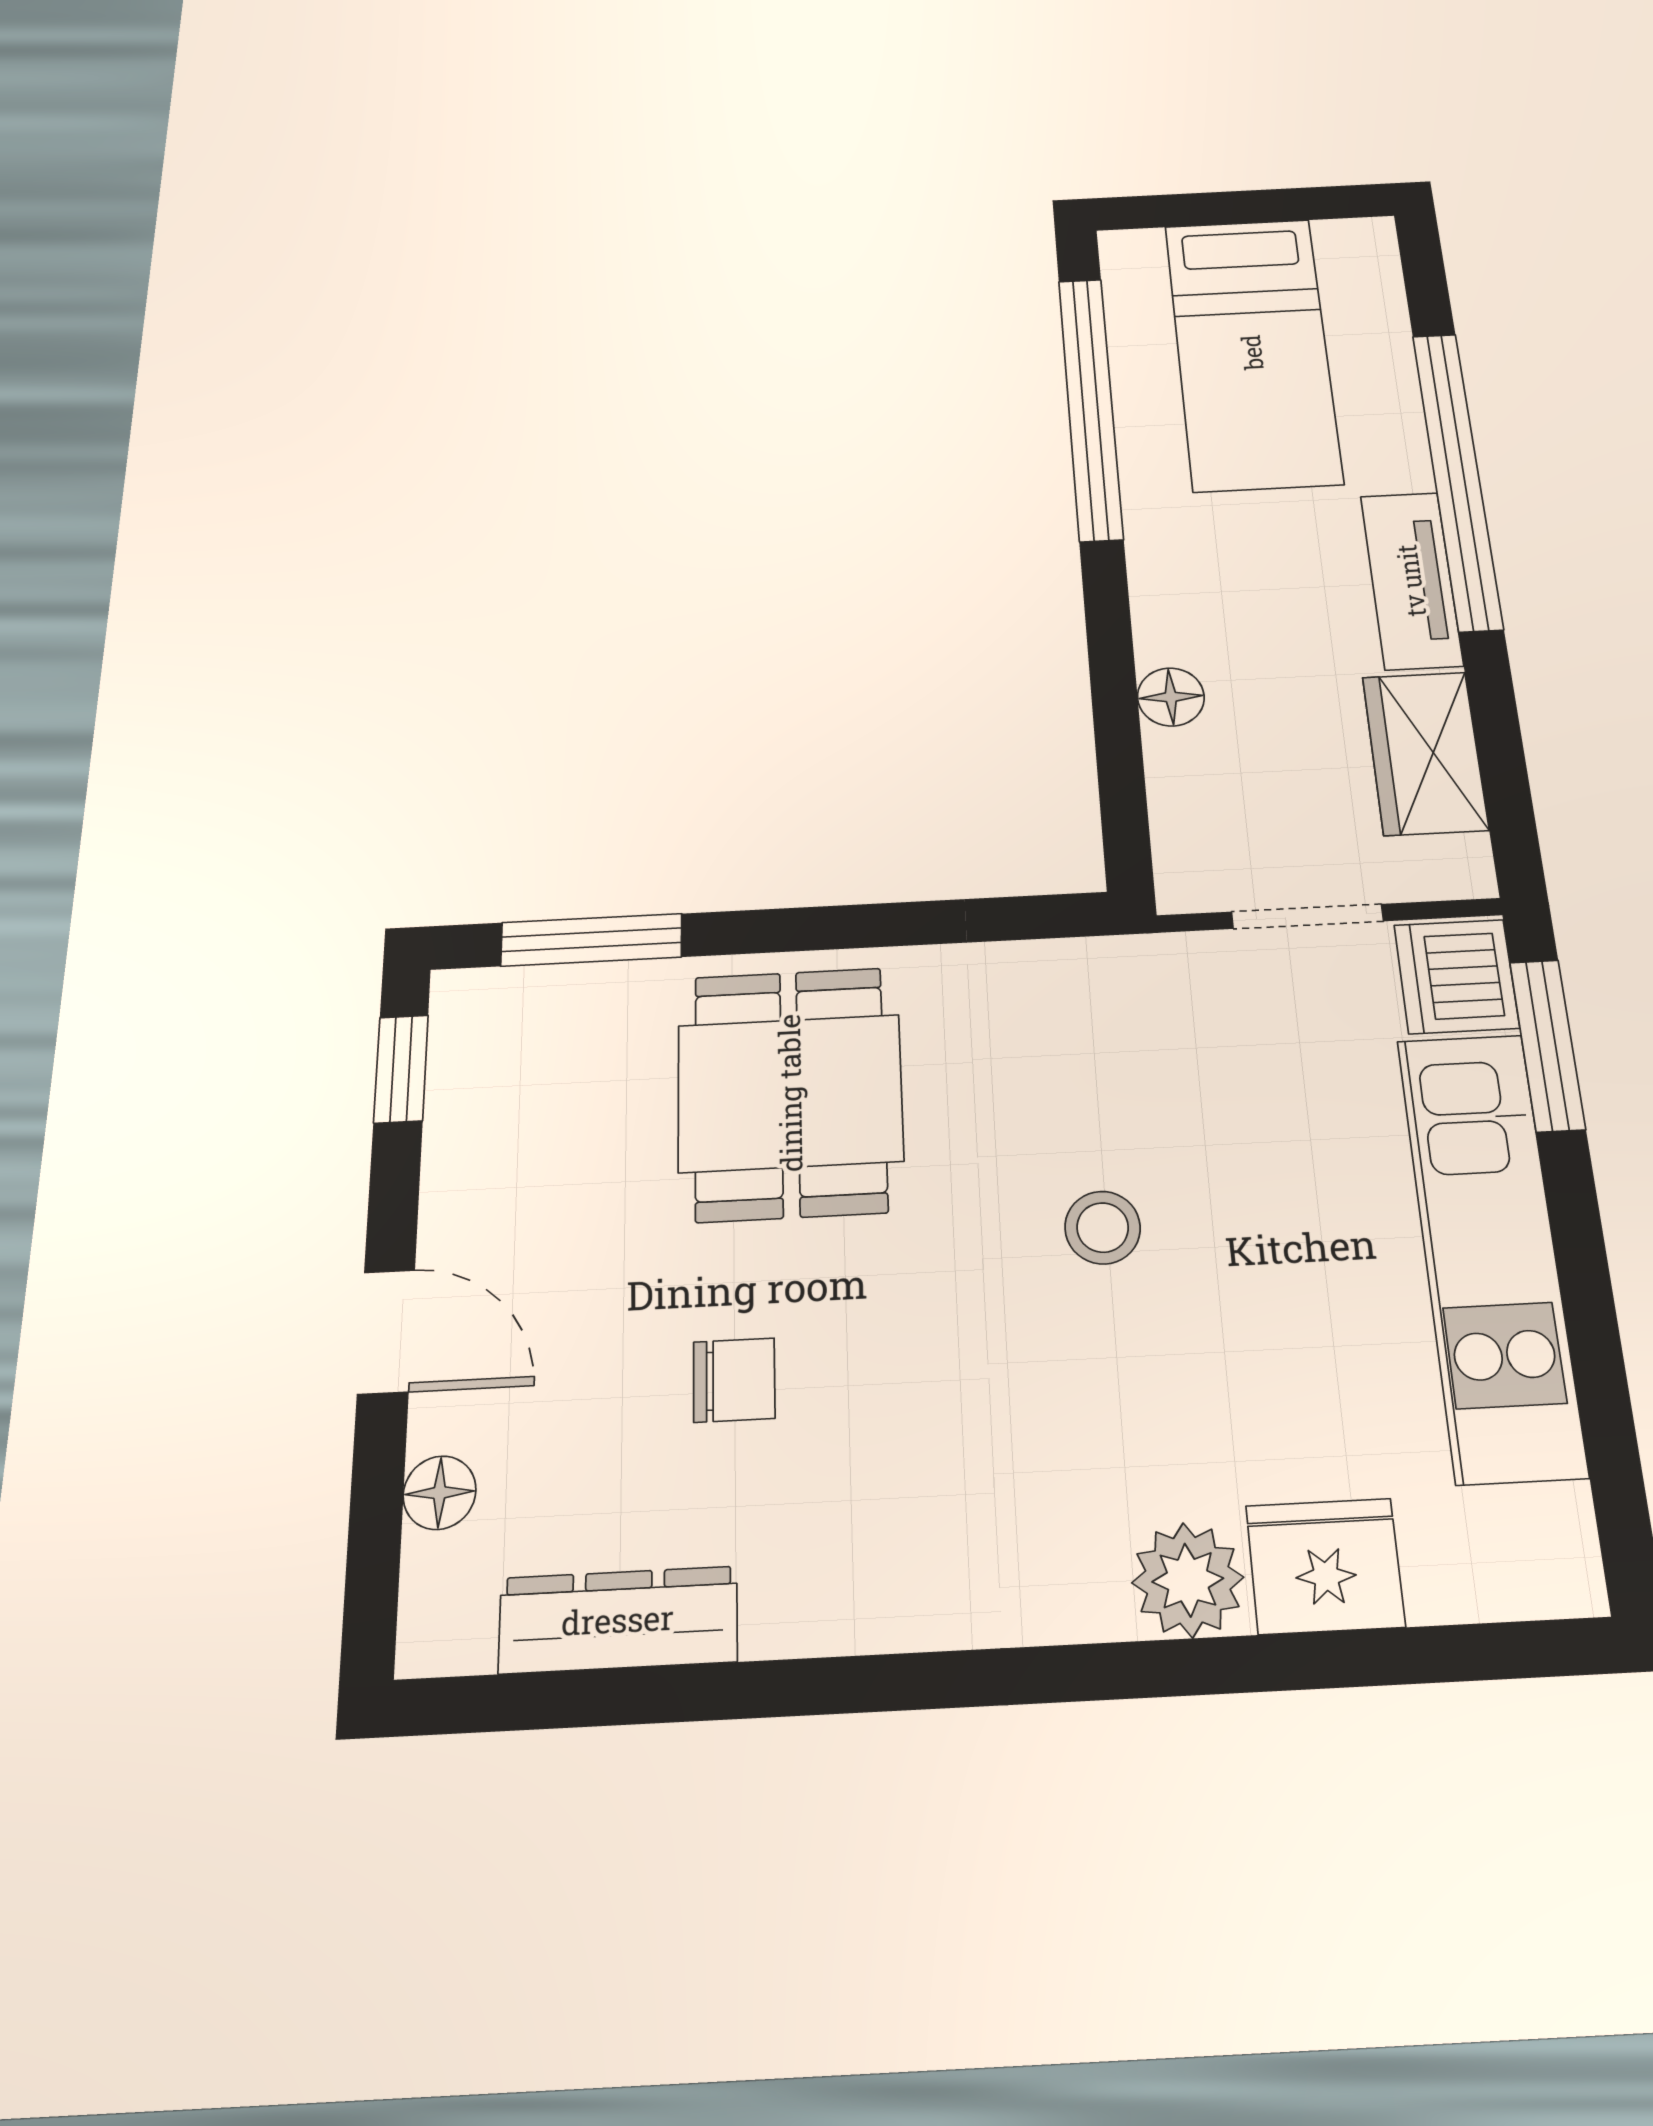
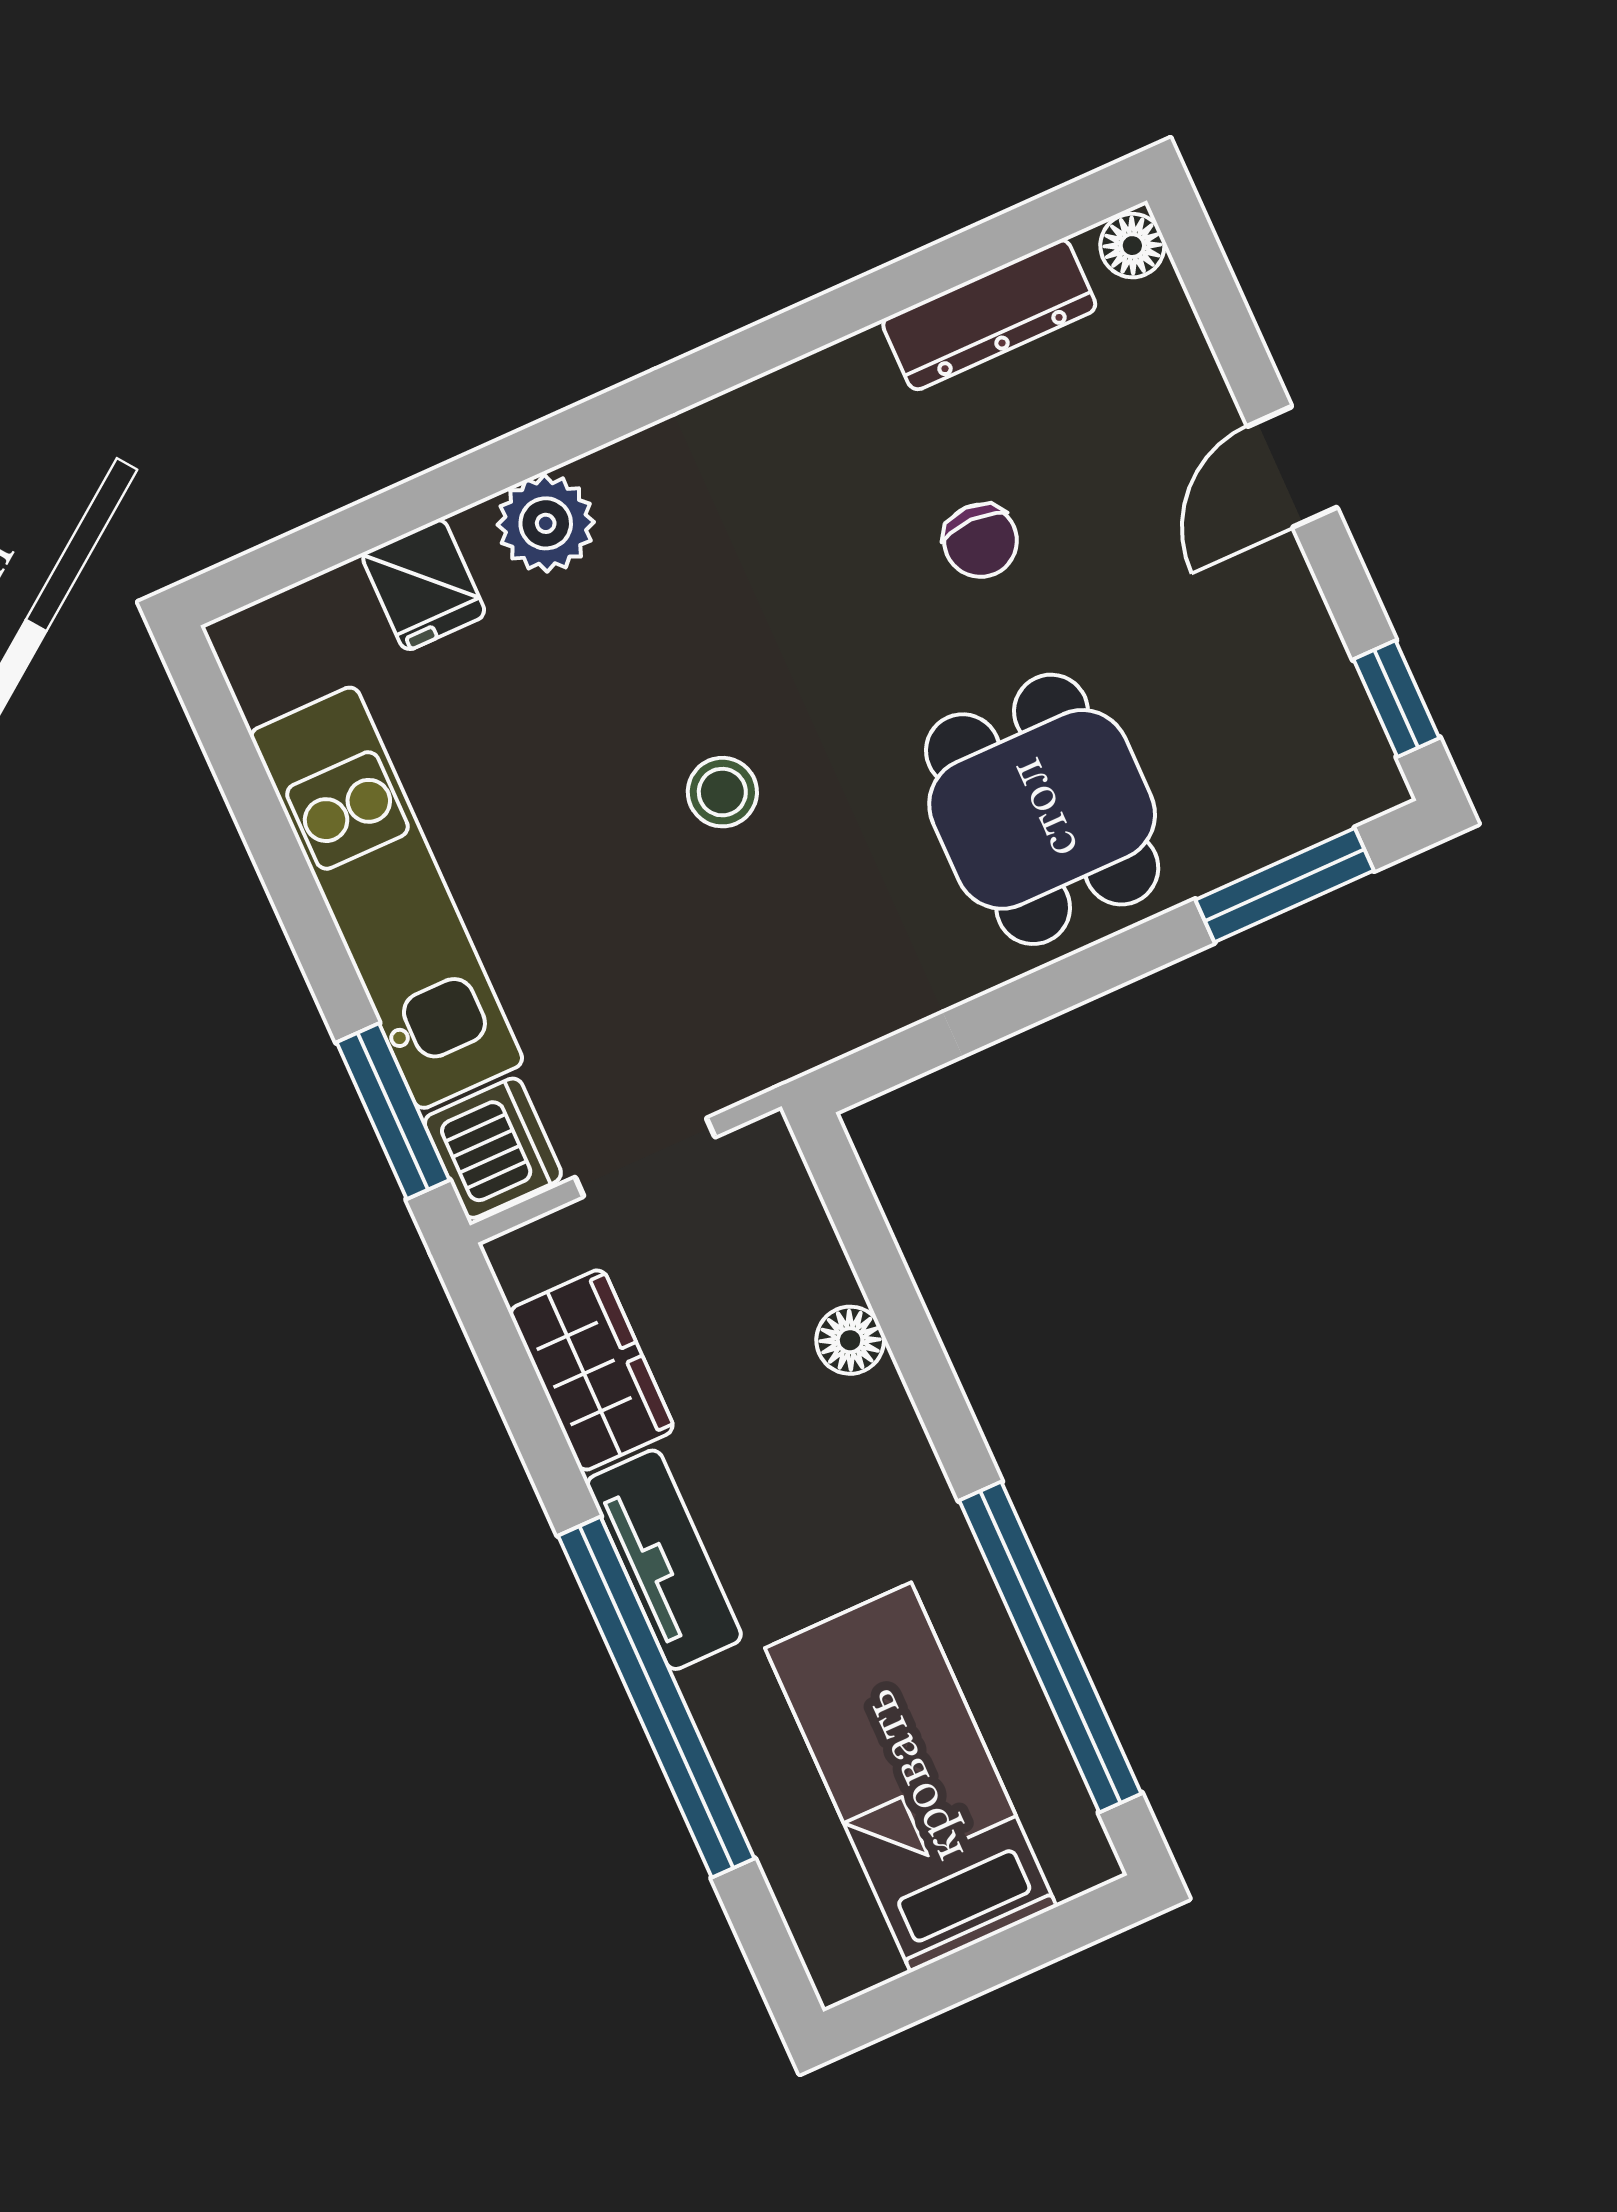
door: (386, 1332) -> (1292, 467), hinge flipped
chair: (734, 1380) -> (980, 541), turned -90
floor lamp: (440, 1493) -> (1132, 246), moved
fridge: (1325, 1566) -> (424, 585), width x0.72

